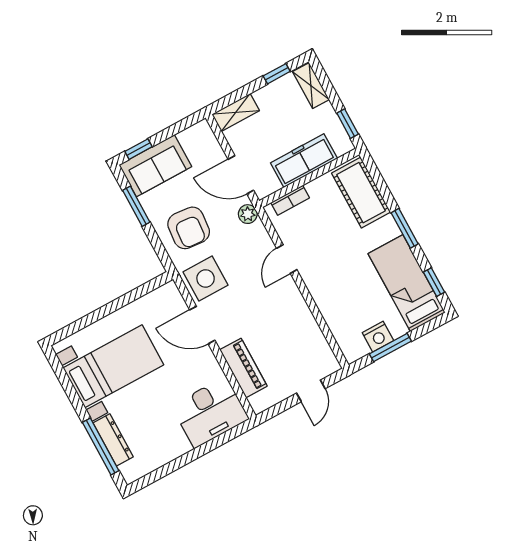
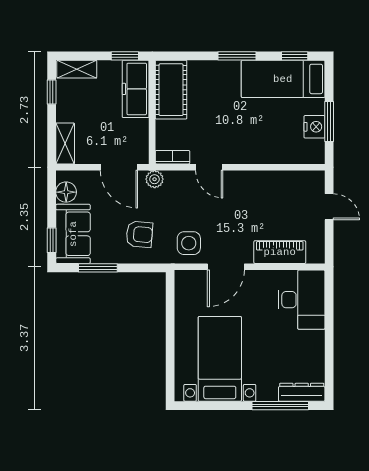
floor lamp: (191, 138) -> (66, 192), added
freezer: (304, 161) -> (136, 89), moved
door: (241, 175) -> (119, 167), hinge flipped
cot: (361, 193) -> (171, 90), moved, turned 90
bookcase: (290, 200) -> (172, 157), moved, turned -90
armchair: (189, 228) -> (139, 234), width x0.72, depth x0.72
side table: (206, 279) -> (189, 243), width x0.73, depth x0.73
dresser: (113, 440) -> (302, 392), moved

